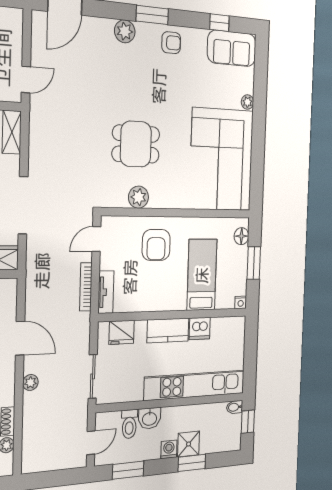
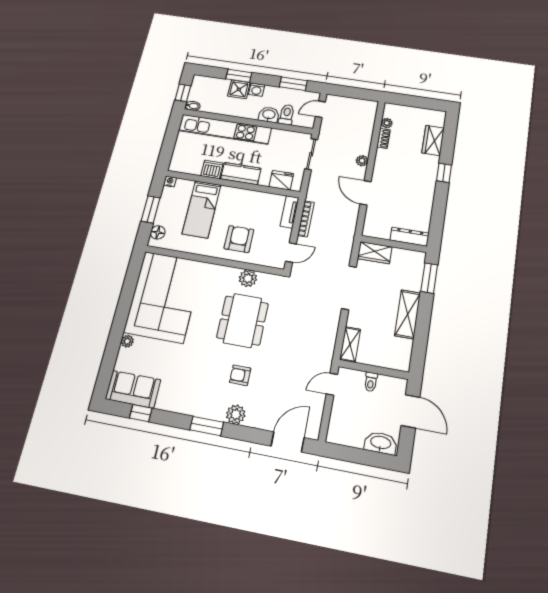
armchair: (171, 43) -> (240, 375), moved
dining table: (136, 144) -> (243, 320), width x1.38

